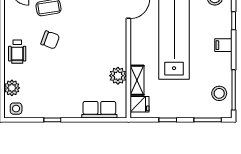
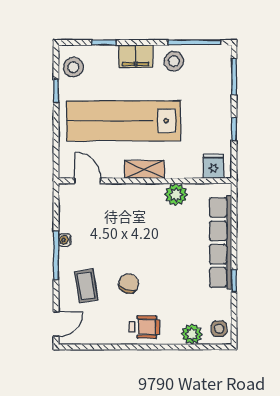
filing cabinet: (223, 45) -> (136, 56), width x2.00
shelving: (137, 80) -> (144, 169), moved
stool: (219, 93) -> (174, 61), moved
row of seats: (99, 110) -> (221, 243), width x2.02

